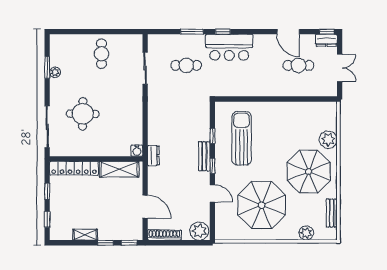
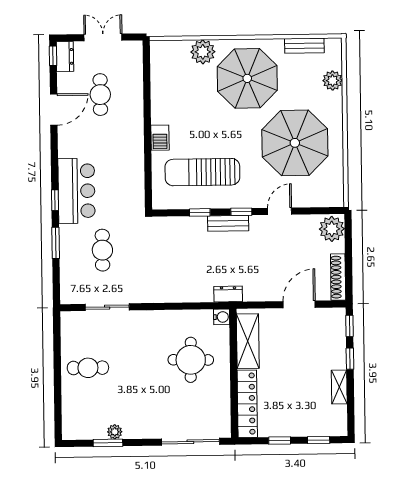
barbecue: (267, 108) -> (160, 138), added
round table: (83, 114) -> (191, 360), moved

